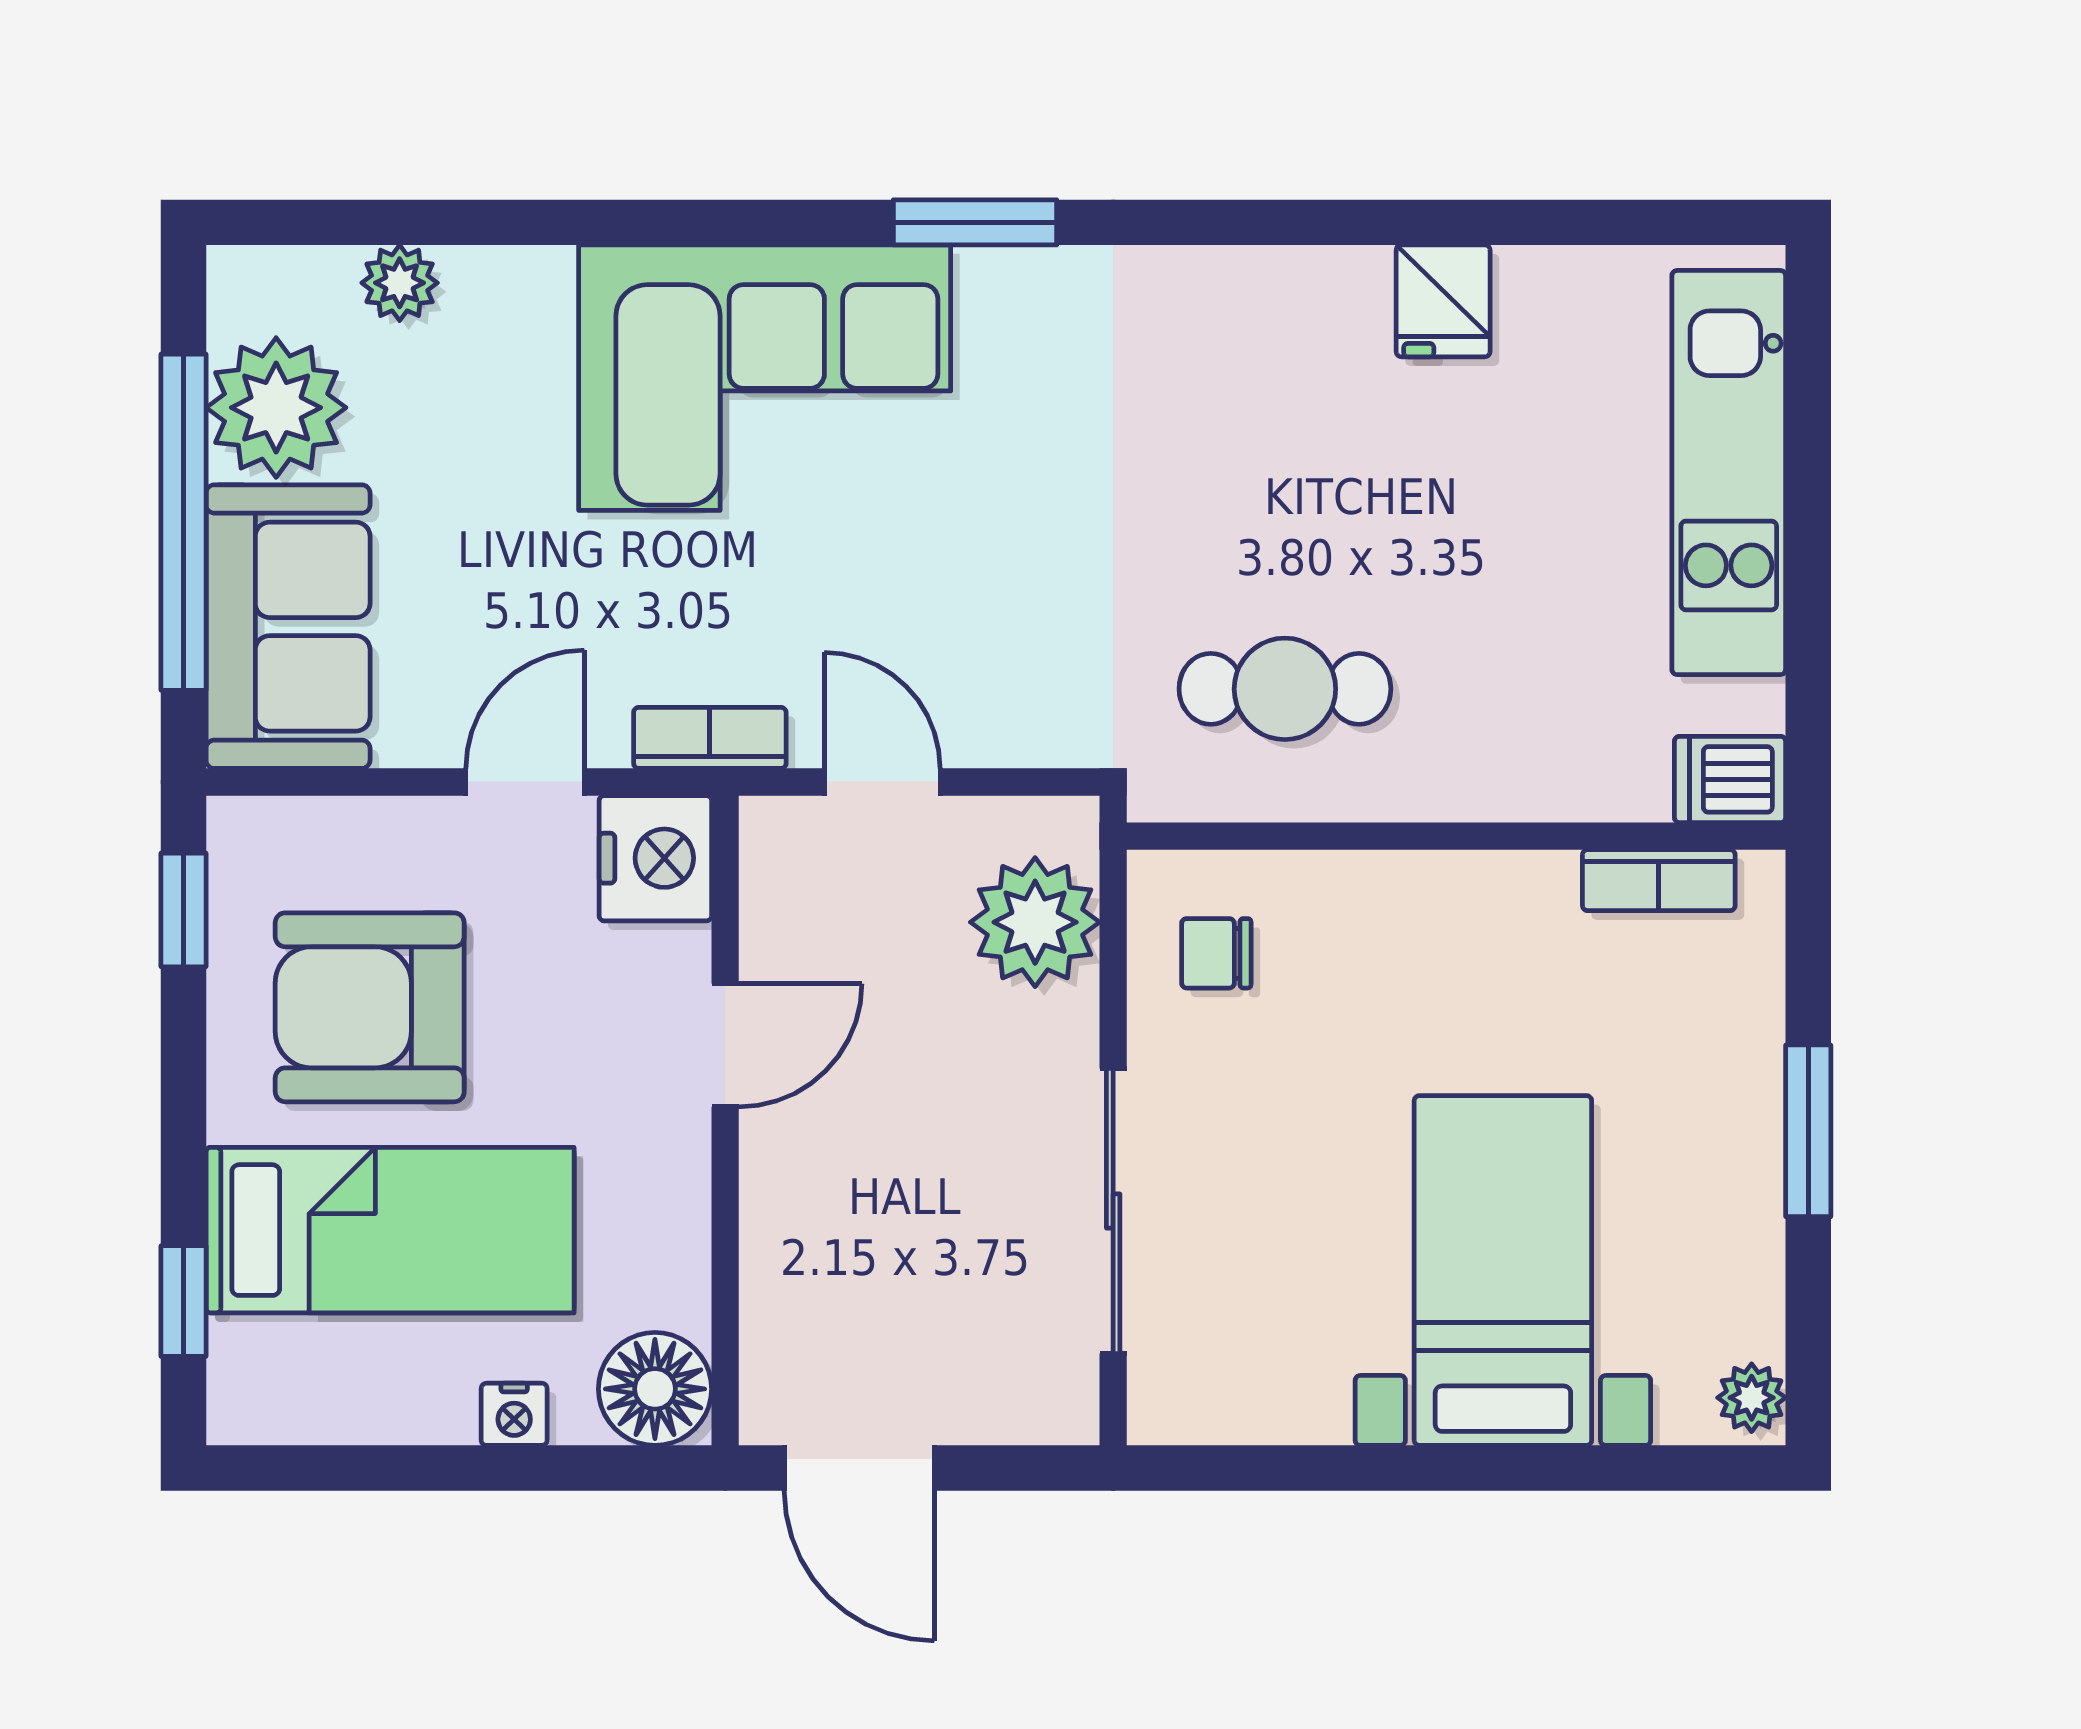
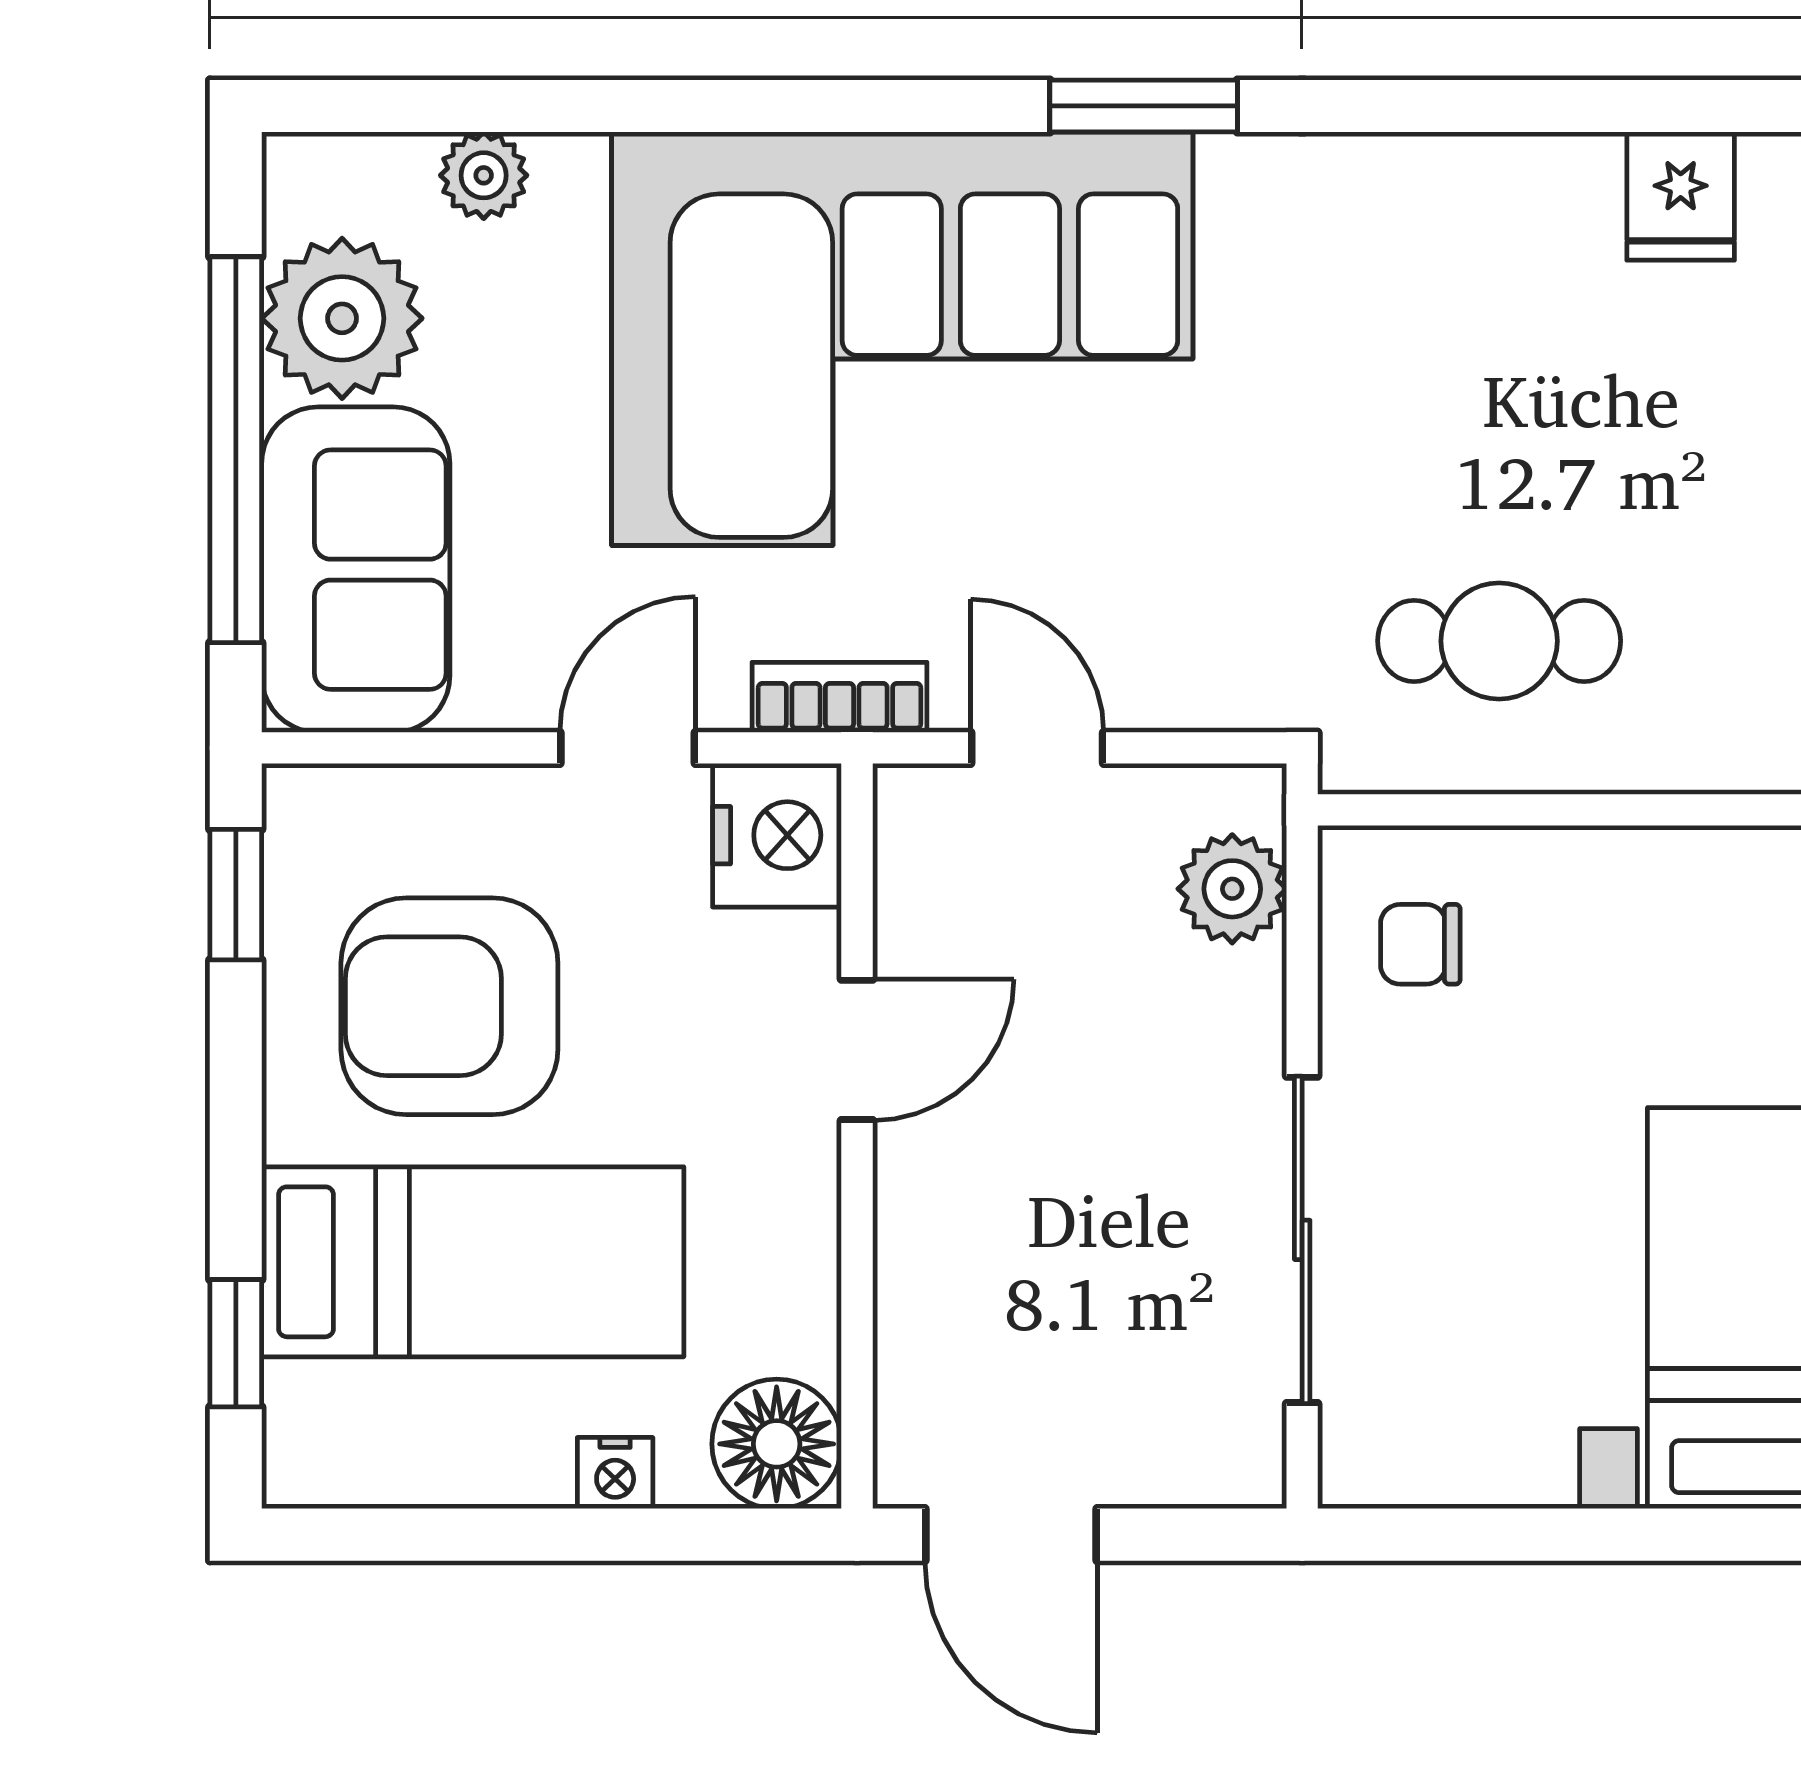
corner sofa: (765, 378) -> (902, 339), width x1.36, depth x1.36
plant: (1035, 922) -> (1232, 889), width x0.73, depth x0.73

